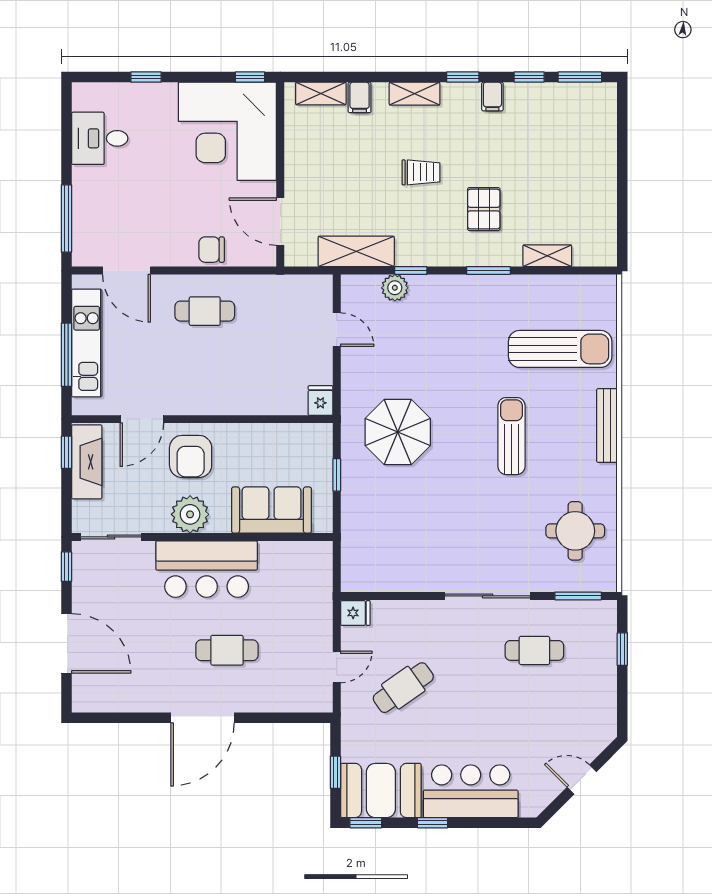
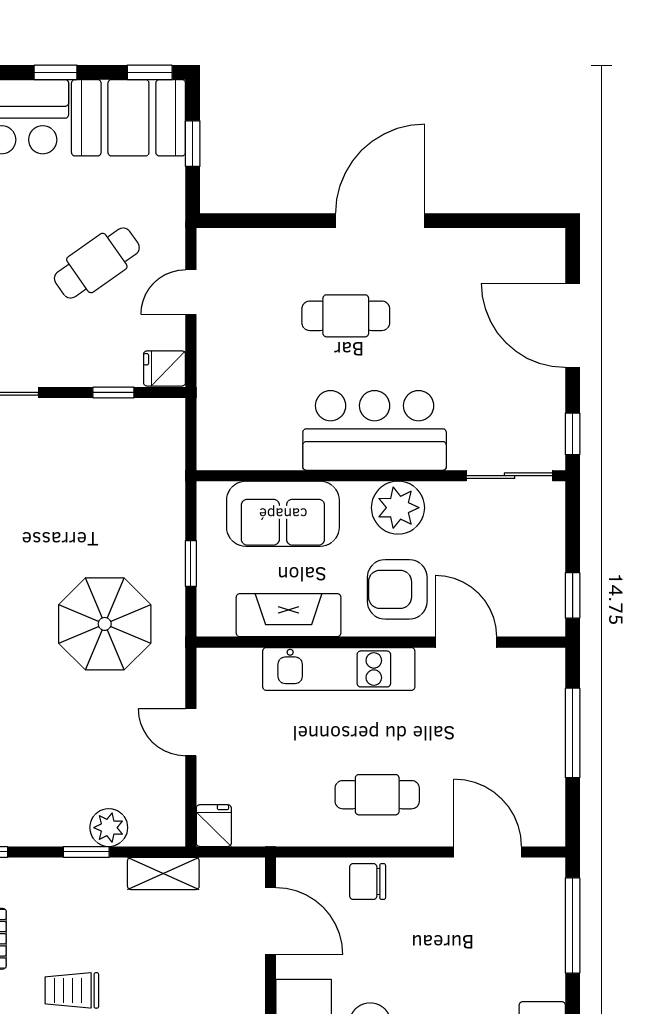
chair: (212, 250) -> (368, 882), turned 180
shelving: (356, 251) -> (163, 873), width x0.67, depth x0.75
door: (337, 330) -> (191, 732), moved
kitchen unit: (87, 343) -> (339, 669), moved, turned -90
fridge: (320, 400) -> (214, 826), moved, turned 180
door: (142, 419) -> (466, 642), hinge flipped
armchair: (191, 456) -> (397, 589), turned -90
fireplace: (87, 462) -> (289, 615), moved, turned 90
window: (392, 596) -> (113, 392), added

